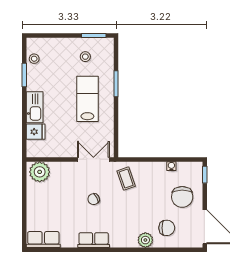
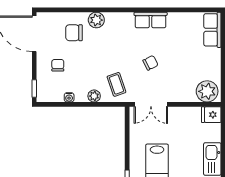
fridge: (36, 132) -> (211, 115), moved
plant: (148, 167) -> (94, 96), added
chair: (182, 197) -> (58, 65), width x0.54, depth x0.54
row of seats: (43, 239) -> (212, 30), moved, turned 90

